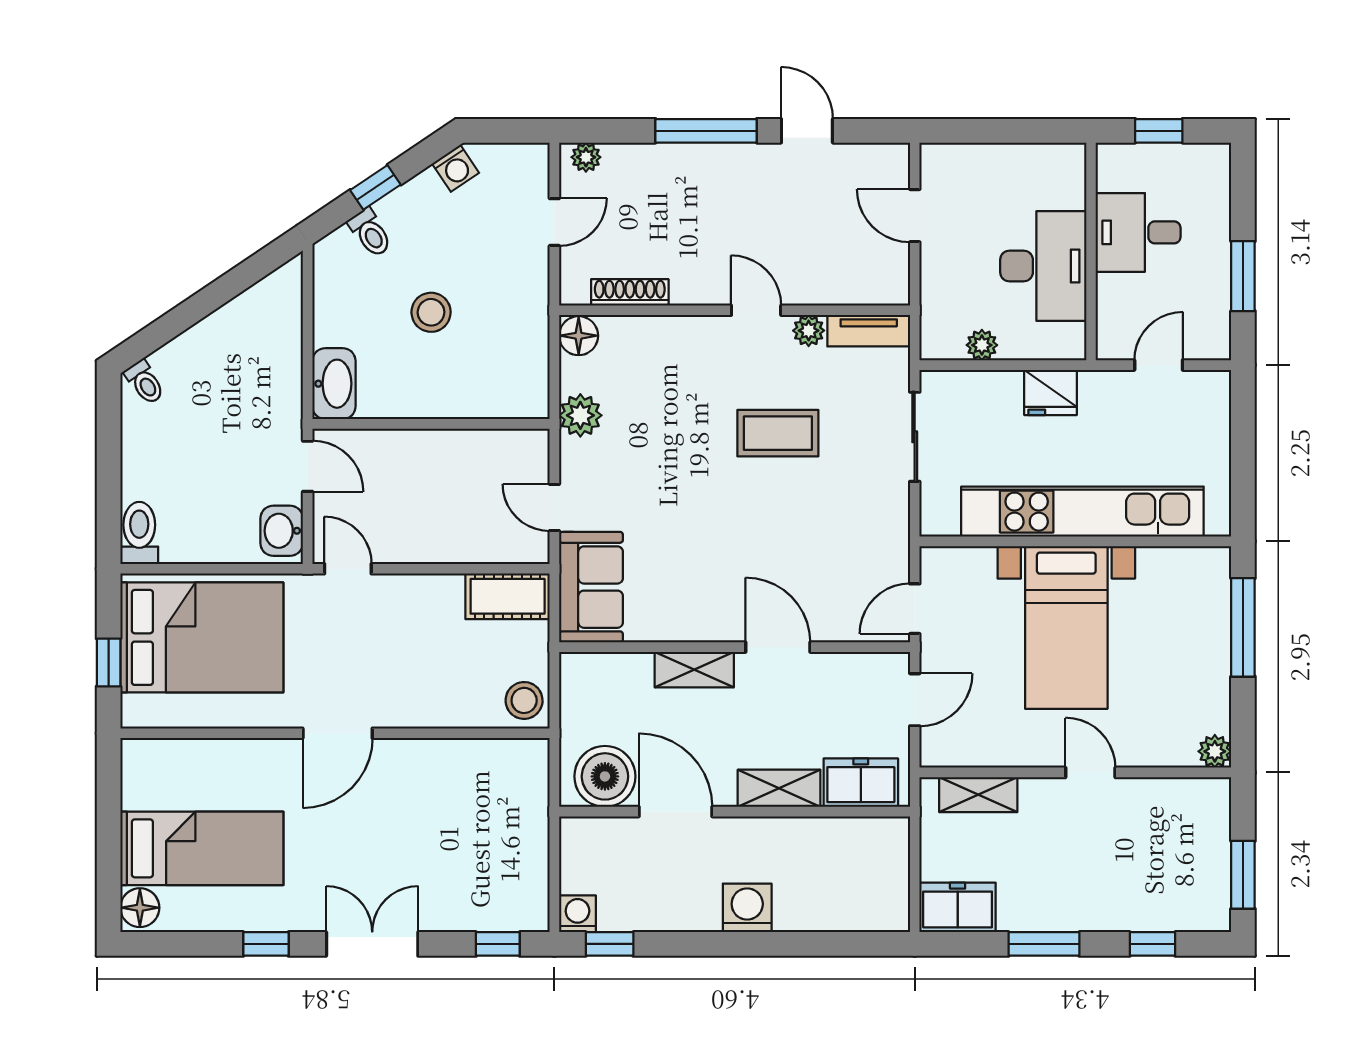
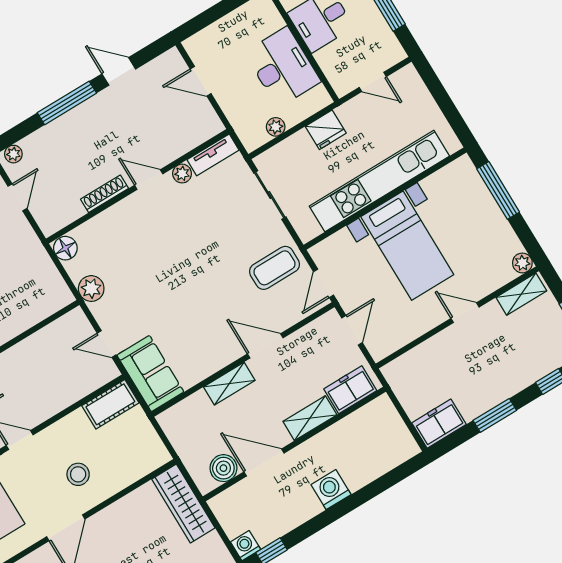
shoe rack: (630, 292) -> (104, 194), moved
door: (1159, 365) -> (373, 82), swing flipped
coffee table: (778, 433) -> (274, 268), moved
stool: (524, 700) -> (78, 474), moved
boiler: (605, 776) -> (223, 468), width x0.73, depth x0.73
shelving: (978, 795) -> (521, 294), moved
wardrobe: (526, 800) -> (183, 504), added

